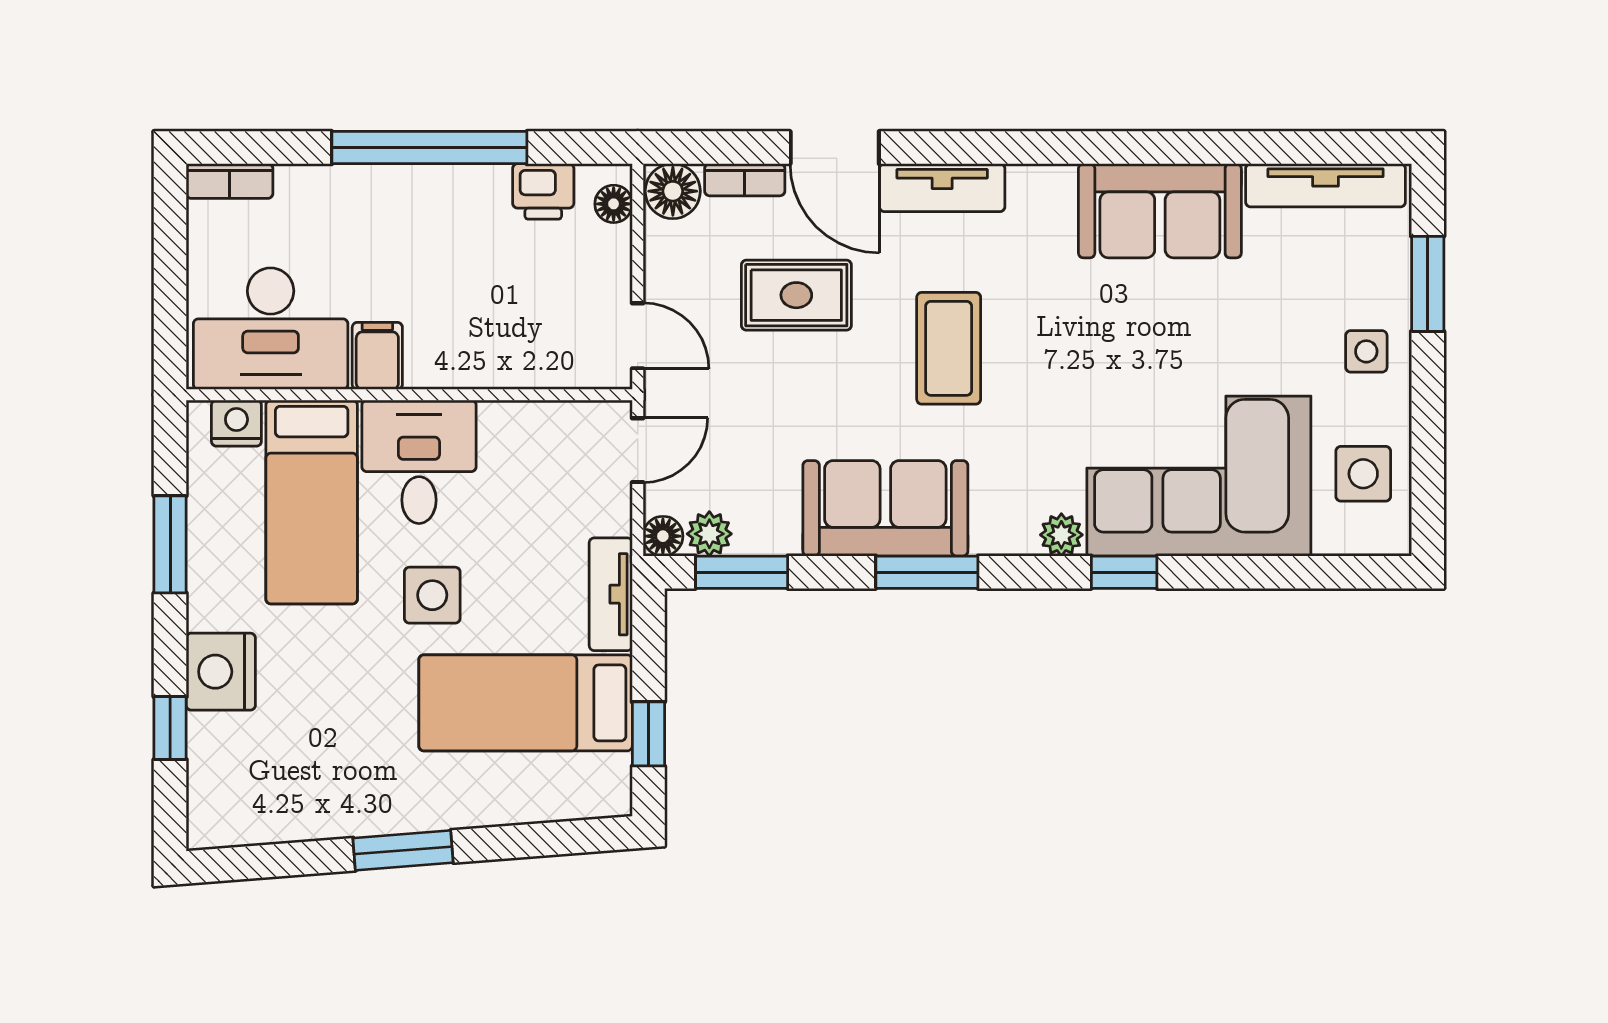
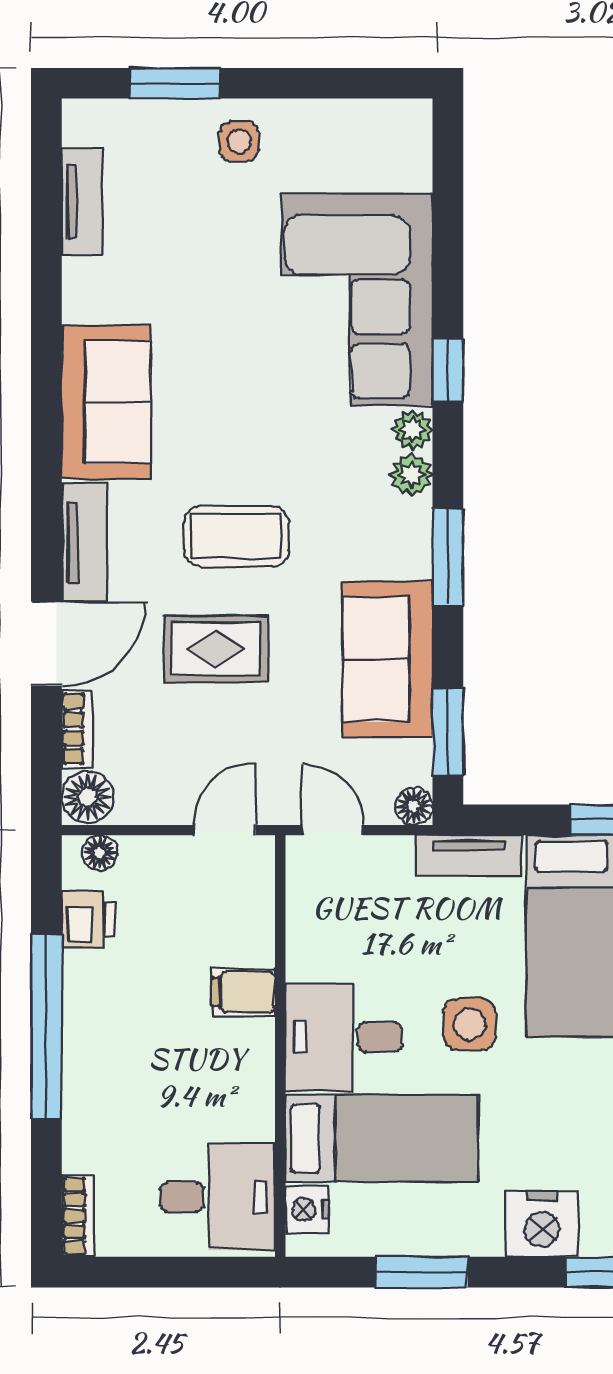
tv unit: (1325, 185) -> (82, 202), width x0.71
sofa: (1160, 211) -> (106, 402), moved
rug: (796, 295) -> (216, 649), moved, turned 90
desk: (271, 329) -> (218, 1197), width x0.73
filing cabinet: (377, 356) -> (243, 992), moved
side table: (1363, 474) -> (355, 144), removed
sofa: (885, 508) -> (387, 659), moved
plant: (709, 534) -> (412, 475), moved

